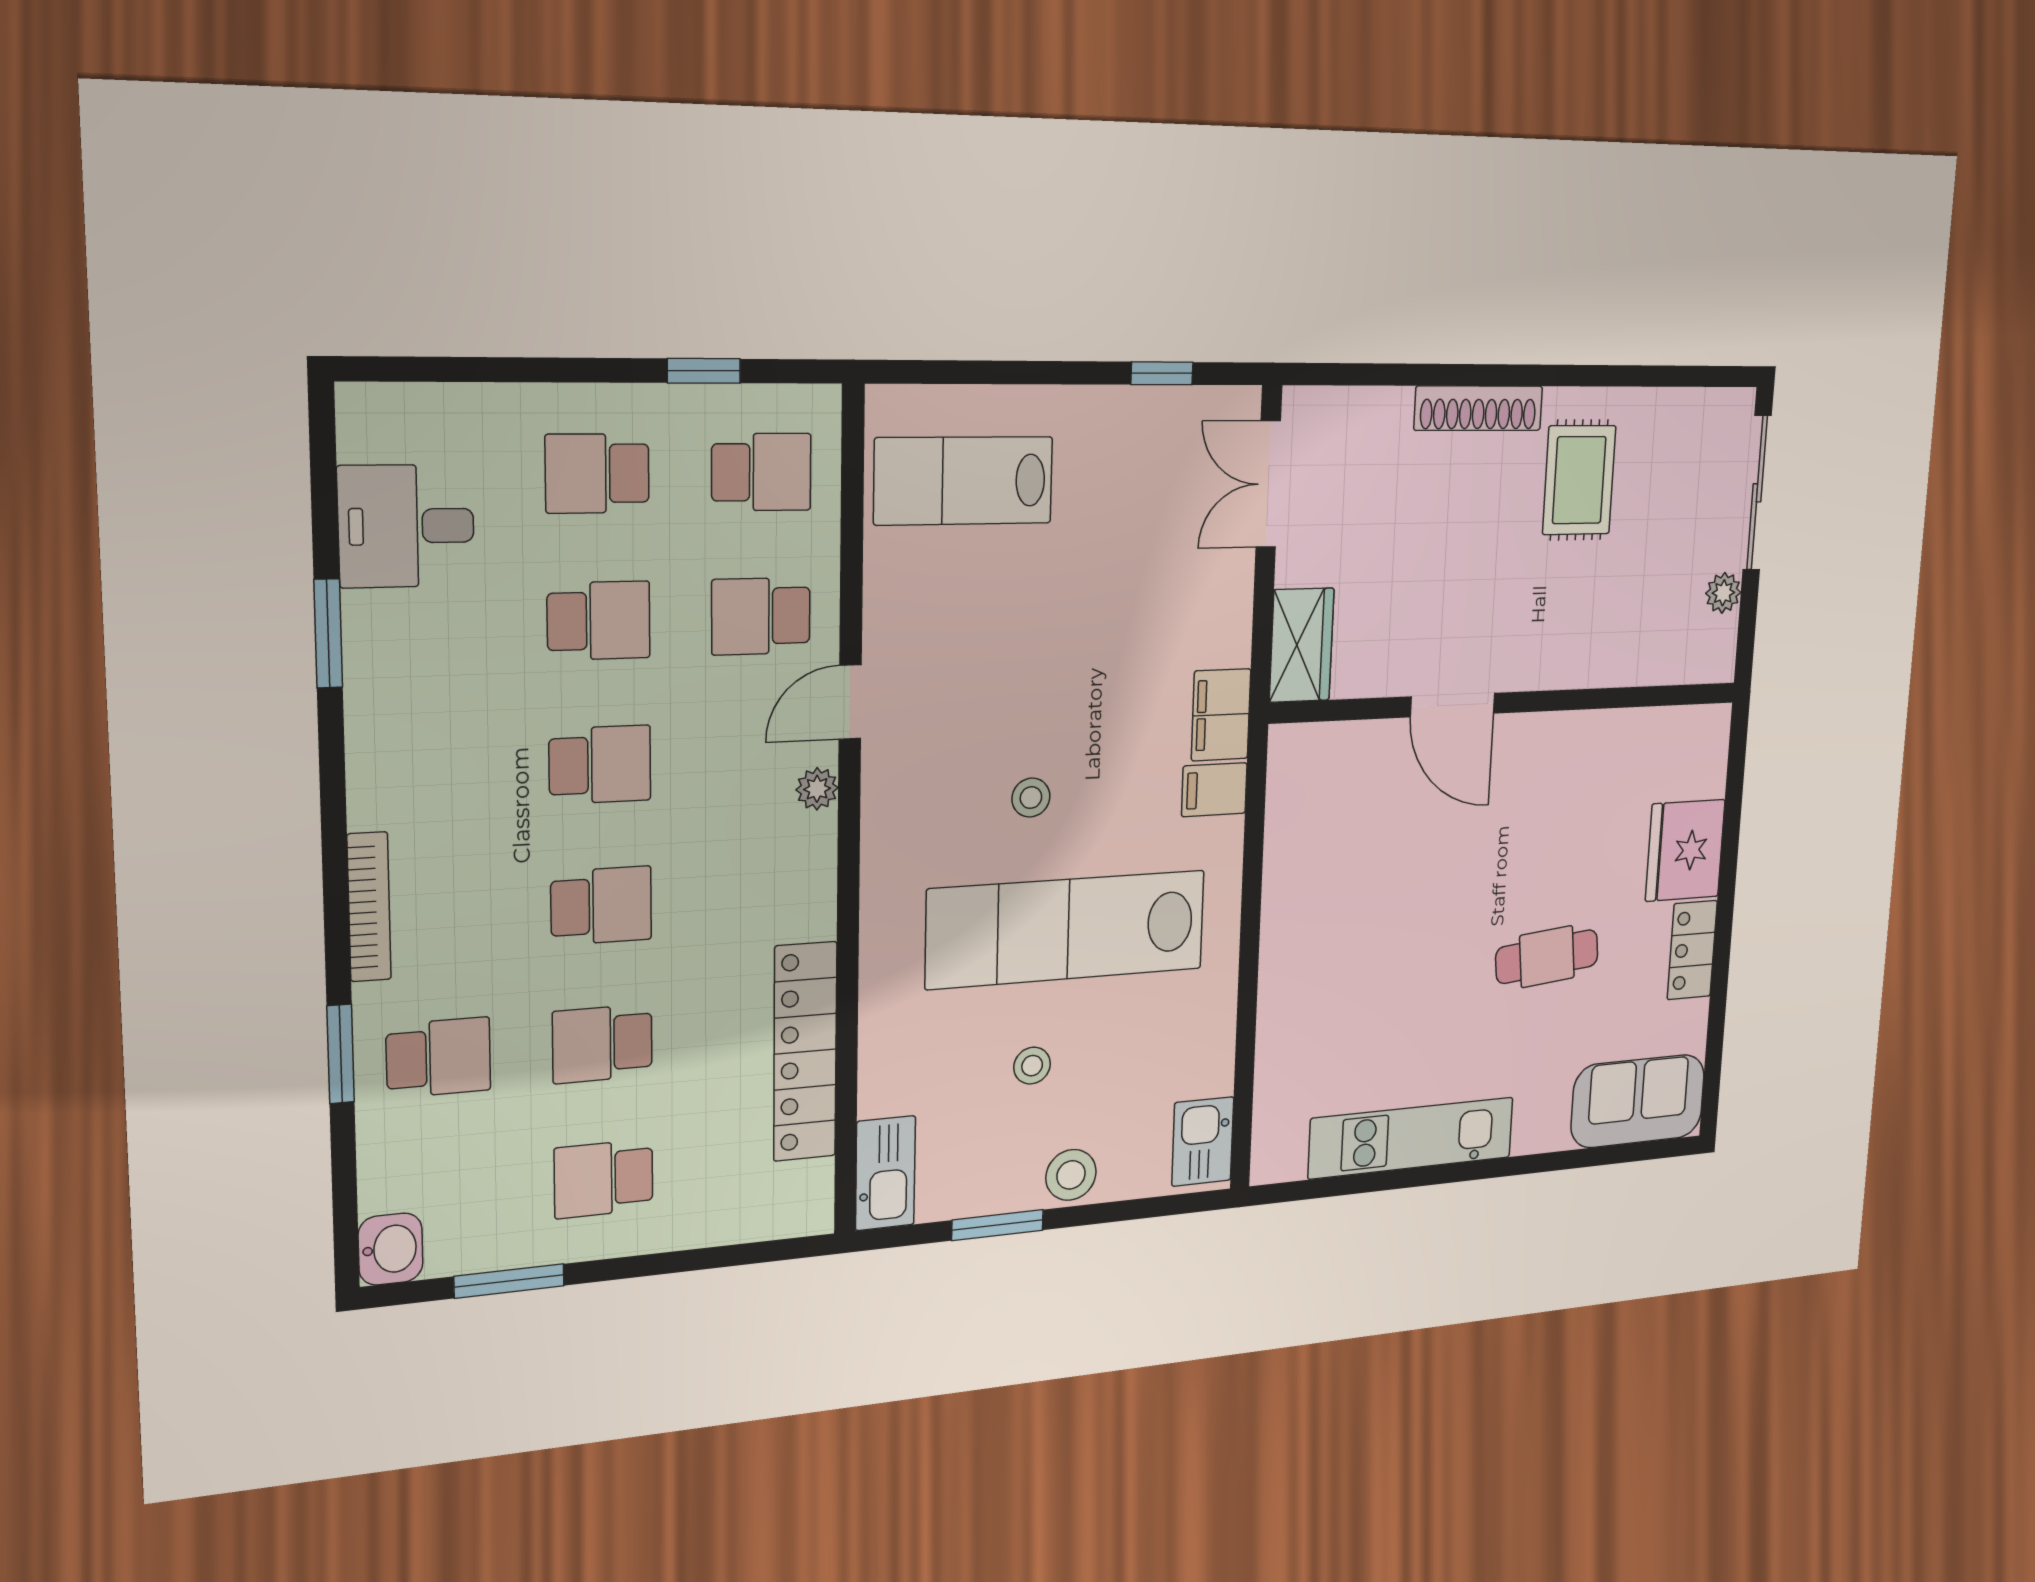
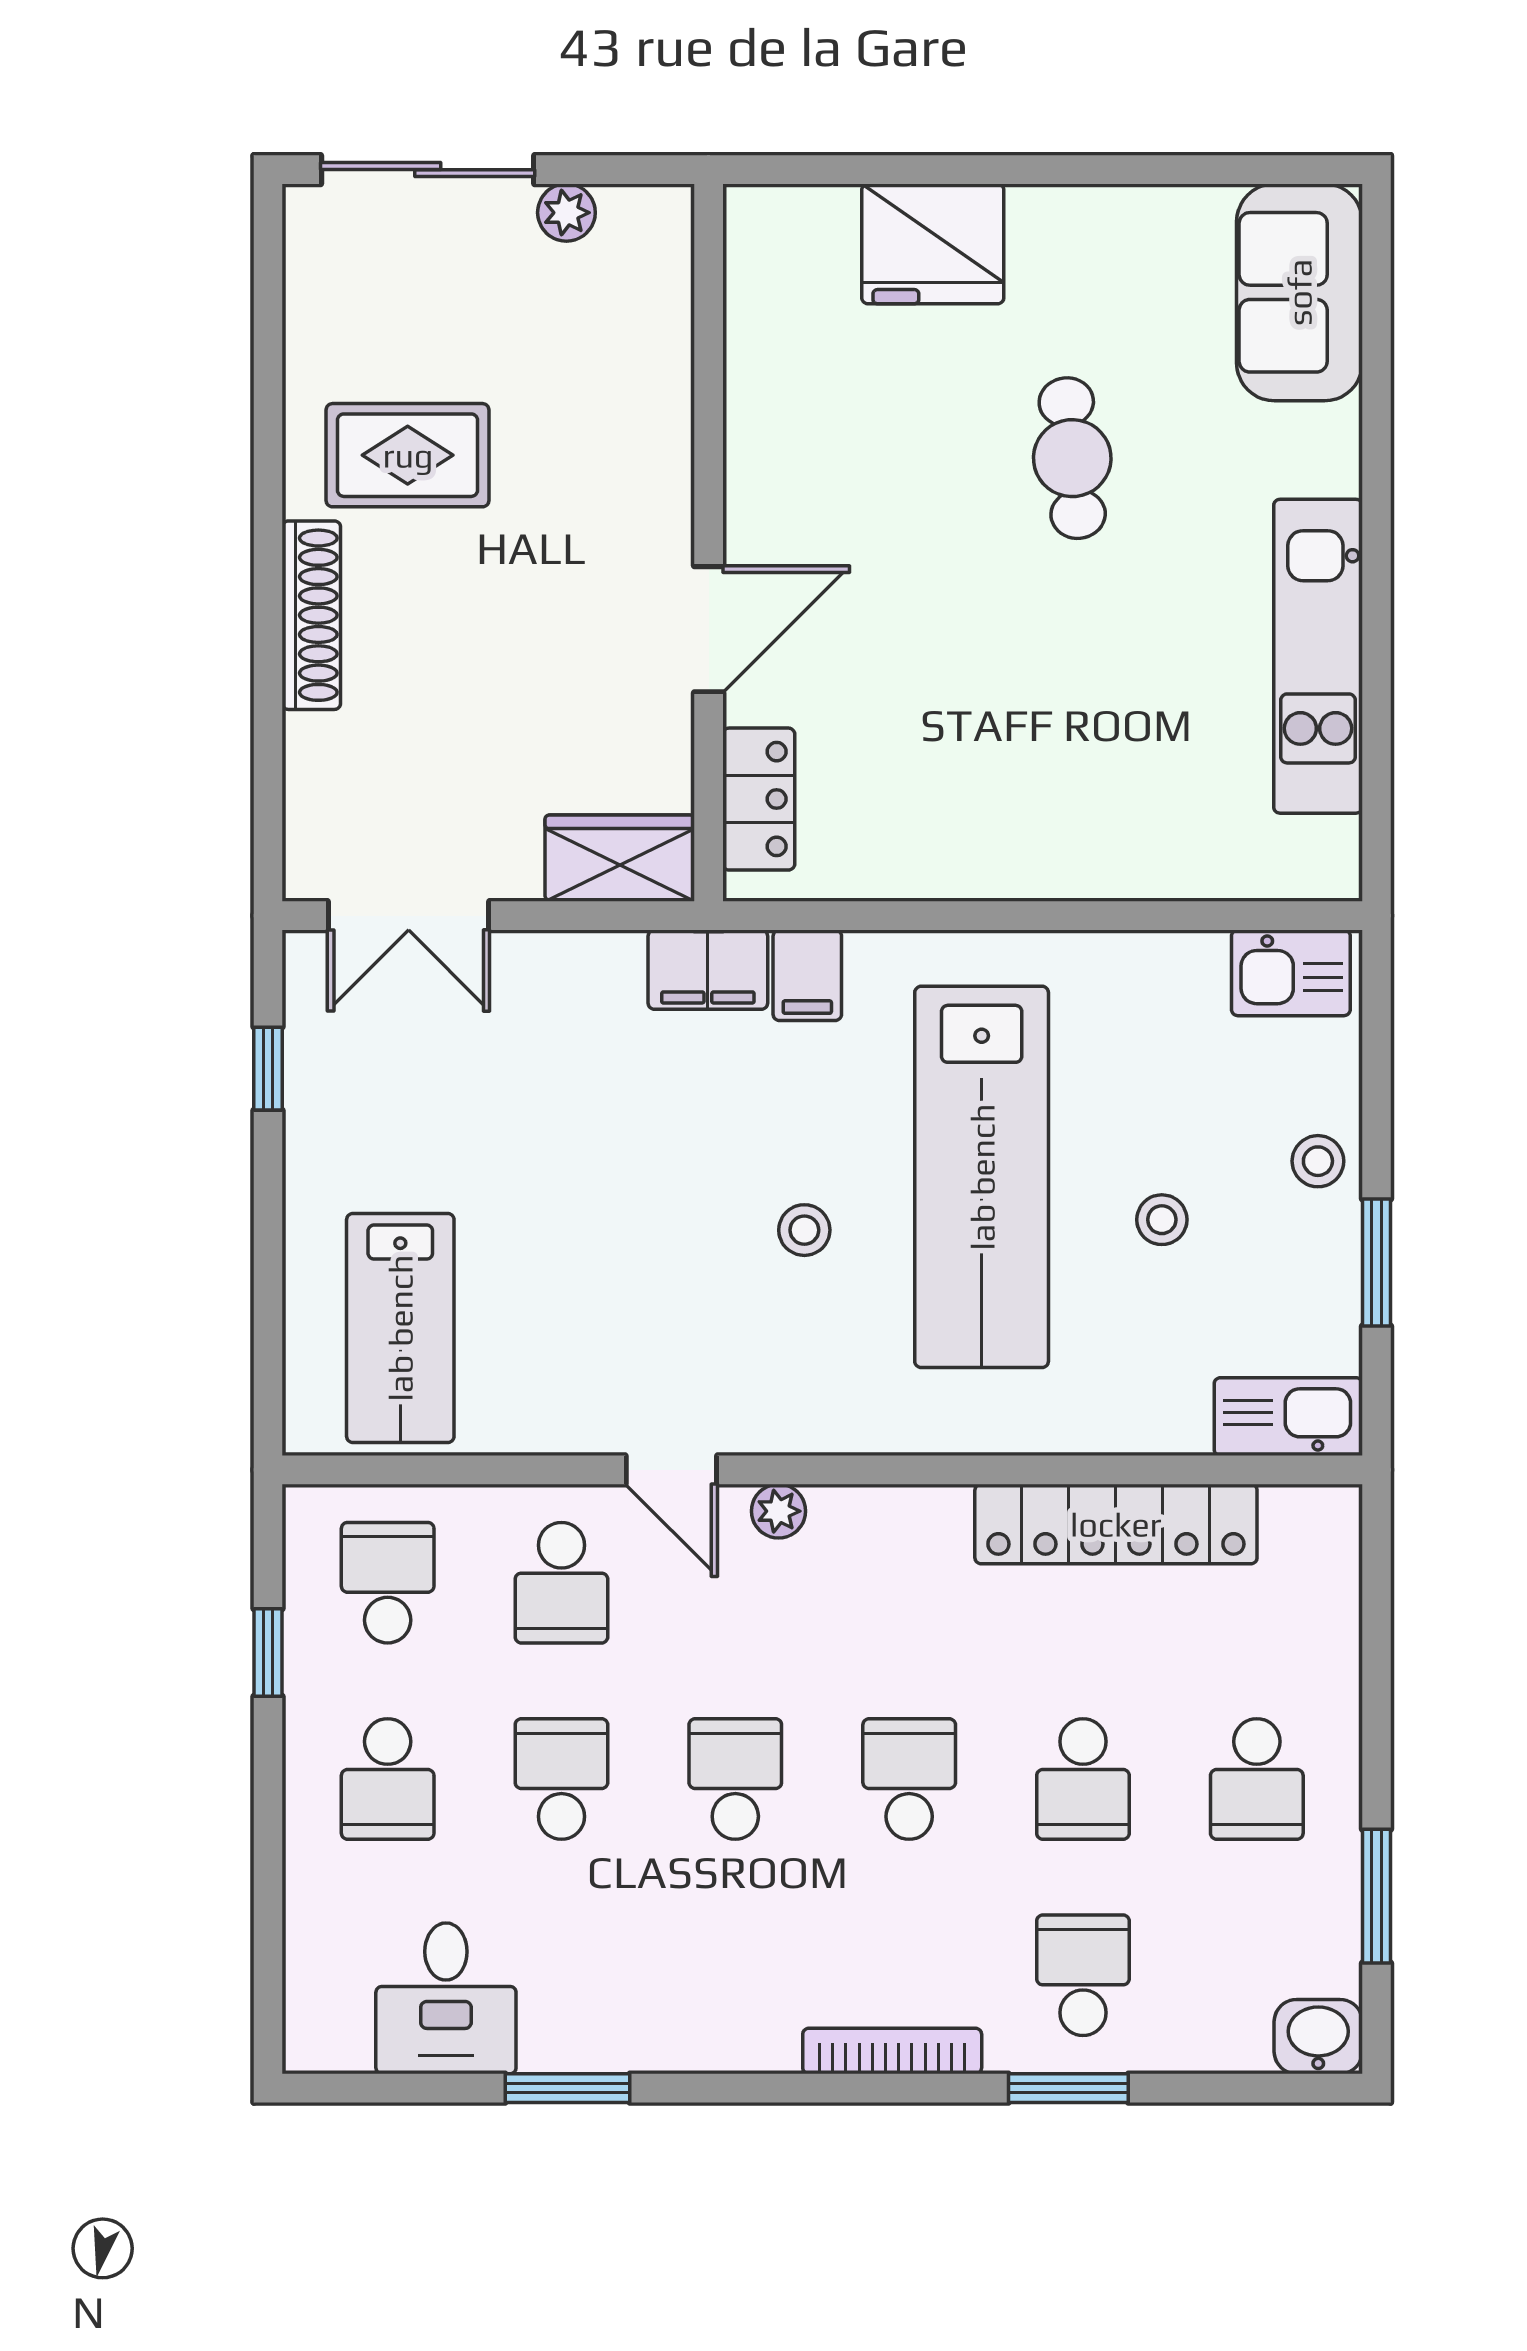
locker: (1692, 950) -> (759, 799), moved, turned -90
stool: (1071, 1175) -> (1318, 1161), width x0.73, depth x0.73

